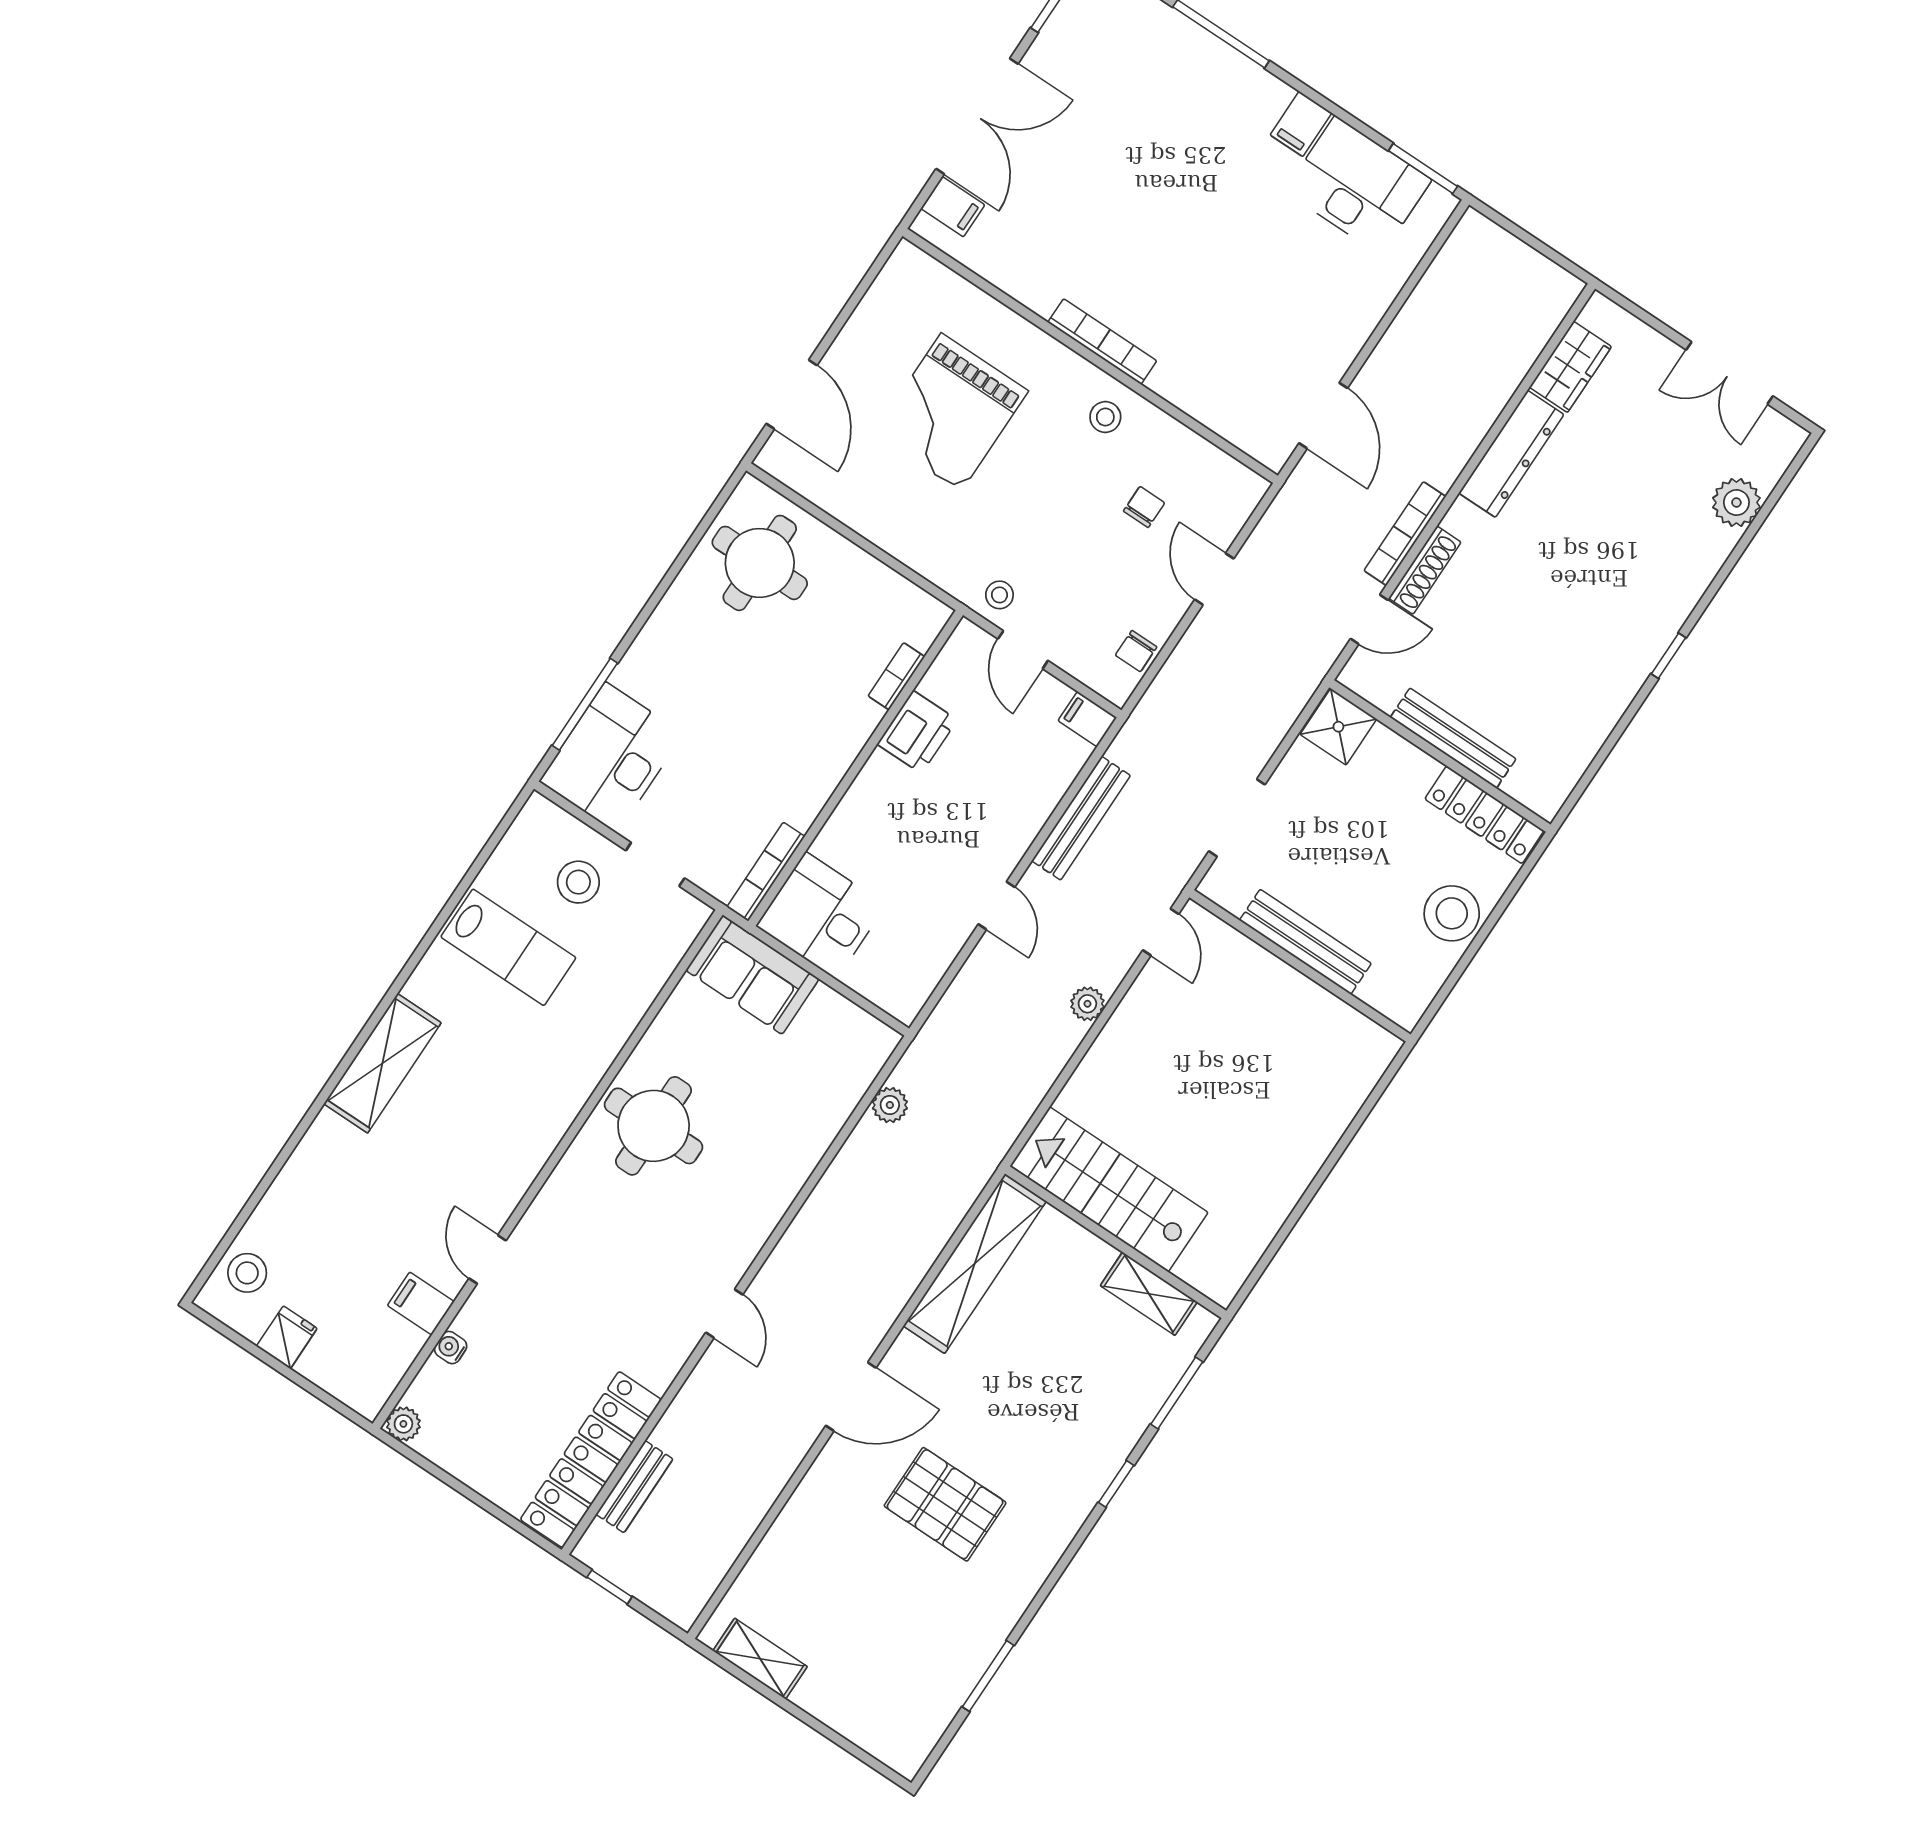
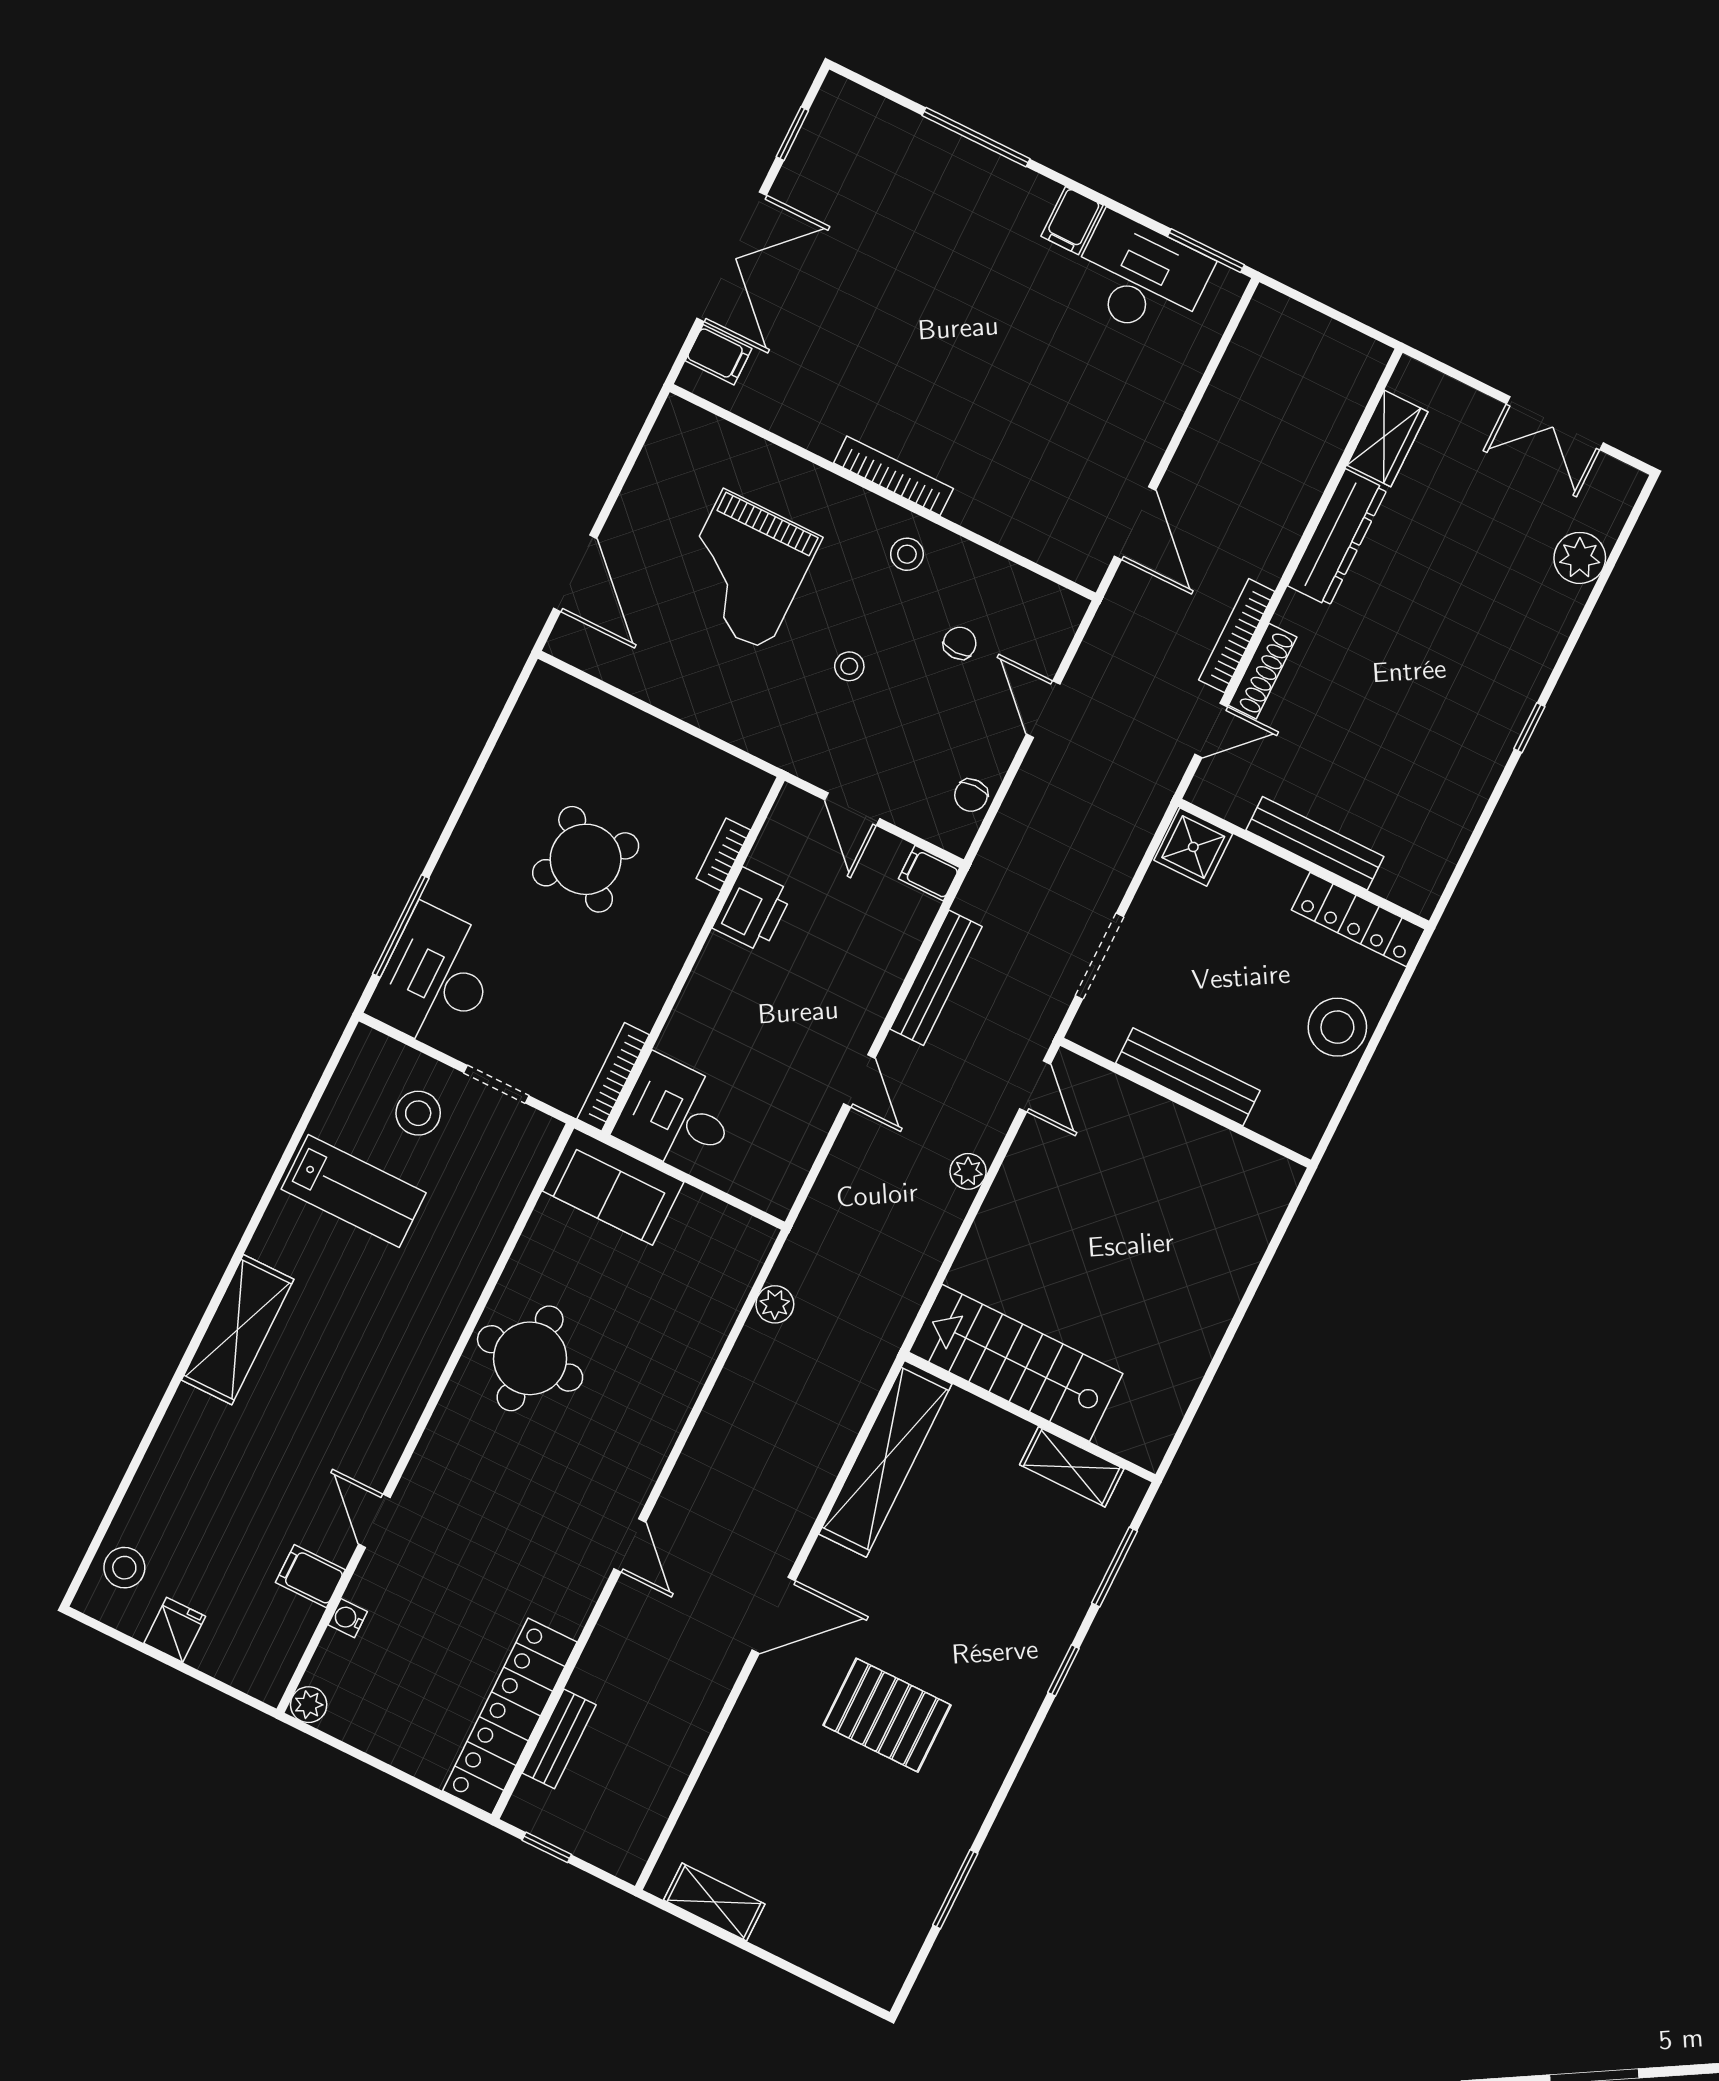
round table: (760, 563) -> (586, 859), moved, turned 45
stool: (999, 595) -> (849, 666), moved

